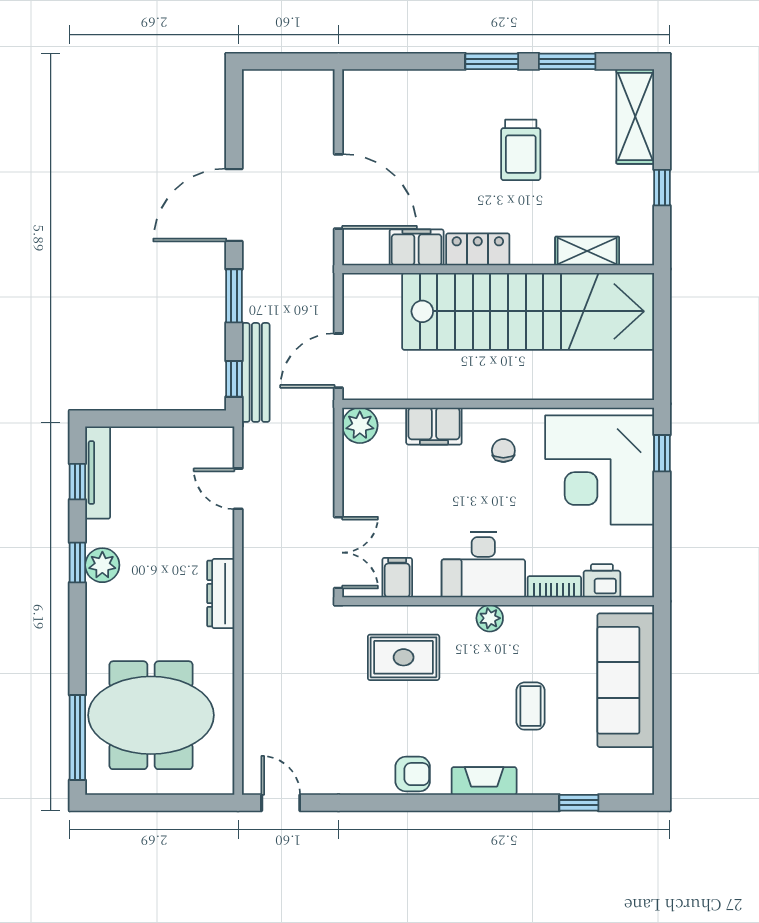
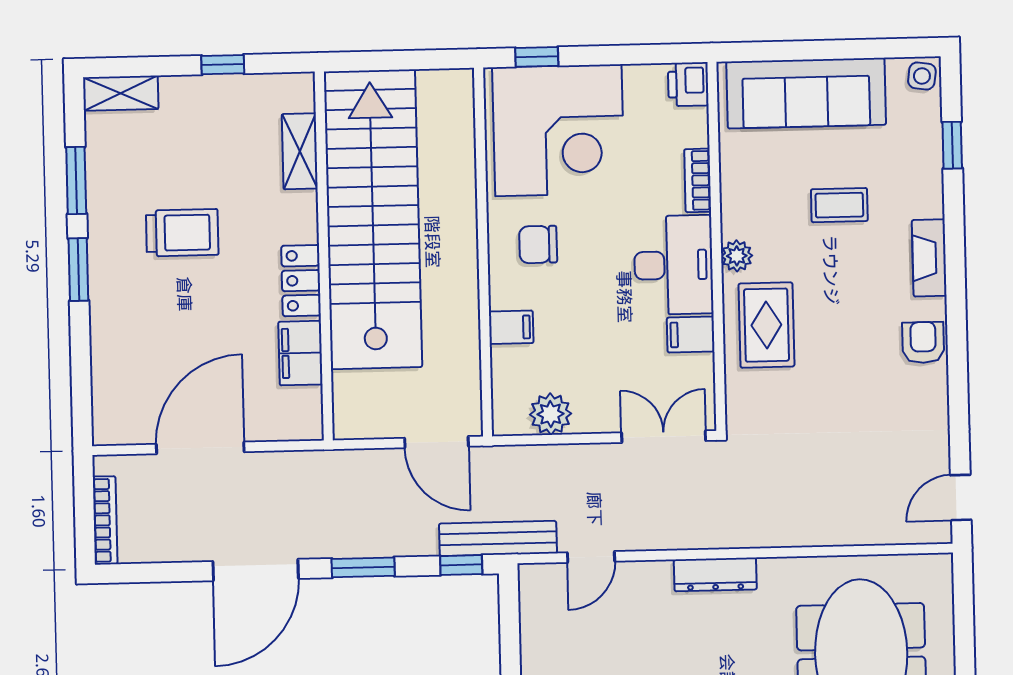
bookcase: (279, 79) -> (105, 520), added
shelving: (635, 117) -> (121, 93), width x0.67, depth x0.75
door: (338, 191) -> (200, 448), moved
door: (234, 205) -> (256, 570), hinge flipped
bench: (256, 372) -> (498, 538), moved
plant: (360, 425) -> (551, 414), moved
filing cabinet: (434, 426) -> (511, 327), width x0.50
chair: (503, 451) -> (538, 245), width x1.37, depth x1.37
filing cabinet: (397, 578) -> (691, 335), moved
printer: (602, 581) -> (688, 84), moved
rug: (404, 657) -> (766, 325), moved
side table: (638, 779) -> (922, 76), added

